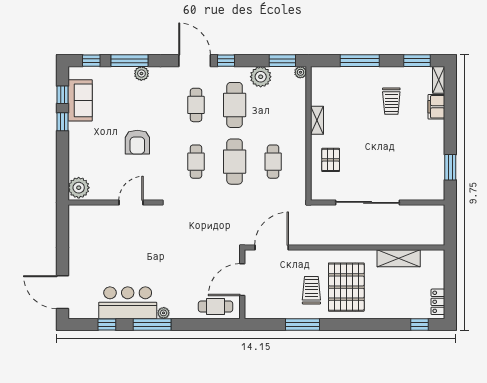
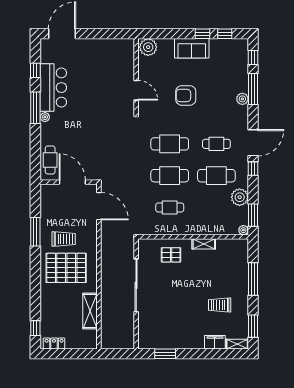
sofa: (80, 100) -> (192, 48), moved
cafe table: (196, 162) -> (170, 144), width x1.37, depth x1.35

